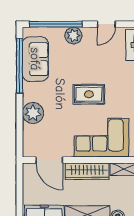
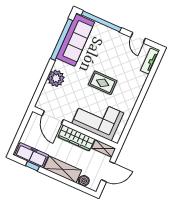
door: (106, 24) -> (138, 38), hinge flipped
plant: (73, 36) -> (110, 35), removed
sofa: (35, 59) -> (75, 40), width x1.36

